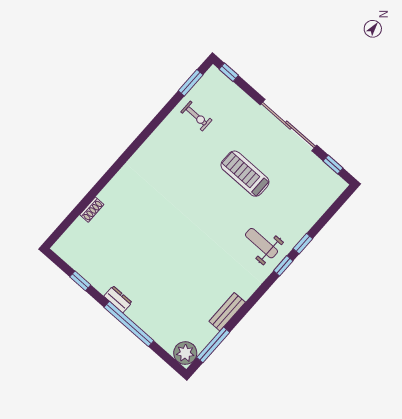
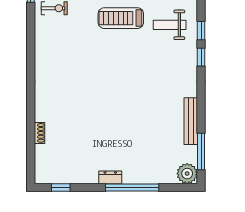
weight bench: (261, 243) -> (170, 25), moved
window: (80, 281) -> (61, 187), moved
bench: (227, 312) -> (191, 121), width x1.36

